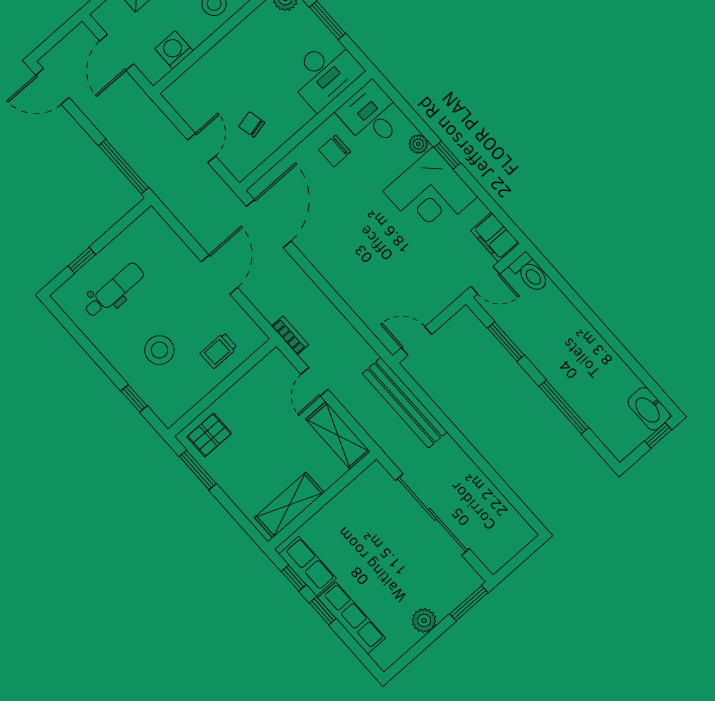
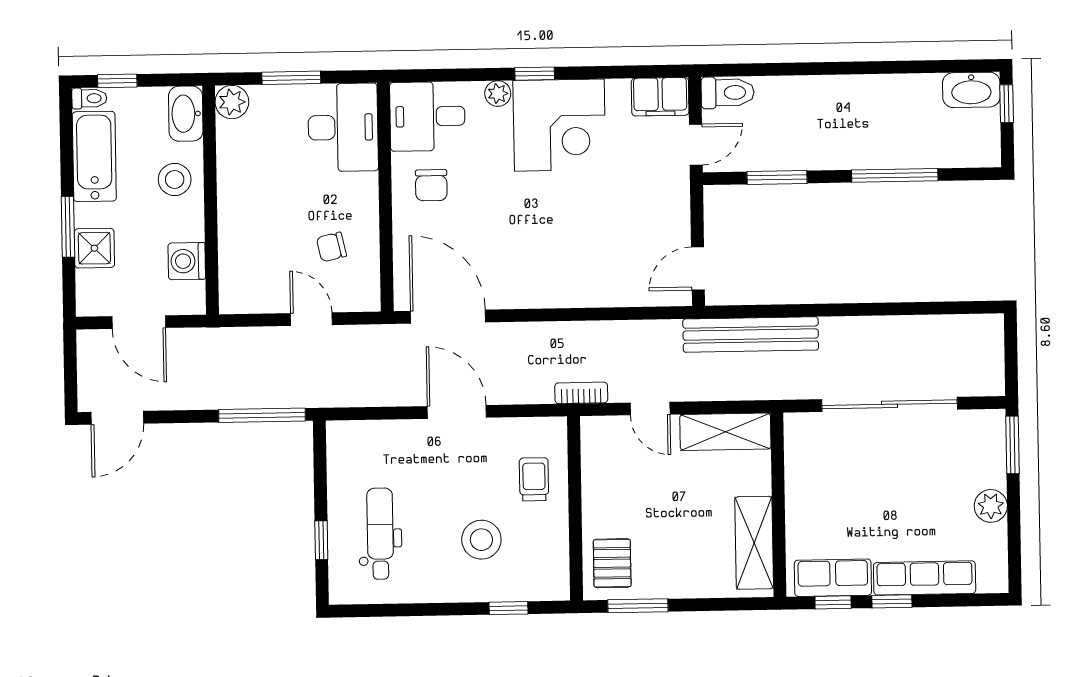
trolley: (219, 351) -> (534, 479), turned 180

